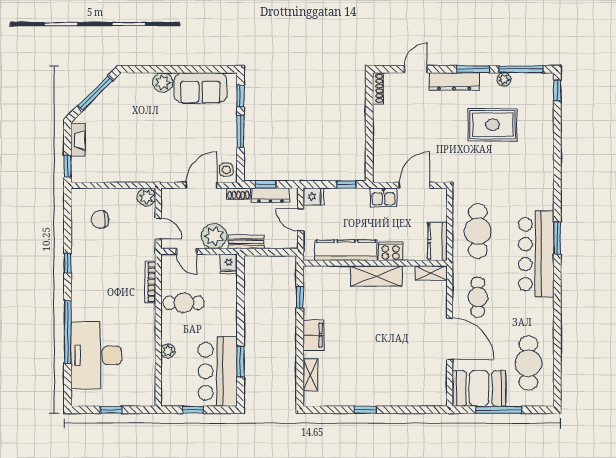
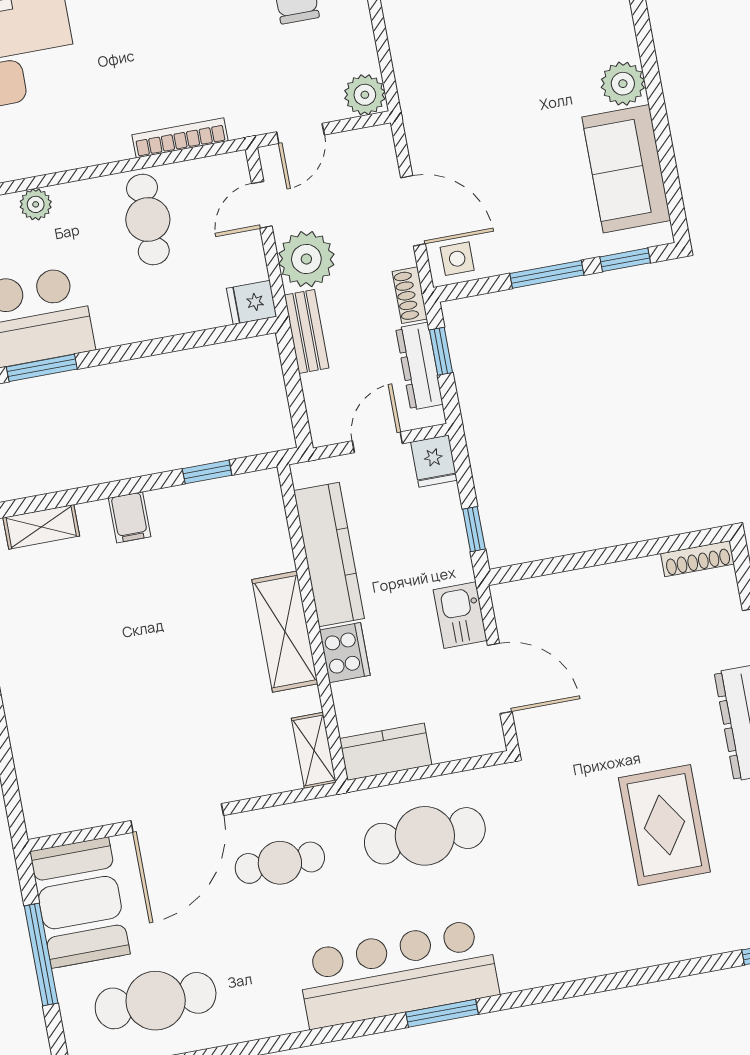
filing cabinet: (313, 335) -> (130, 517), width x0.50

